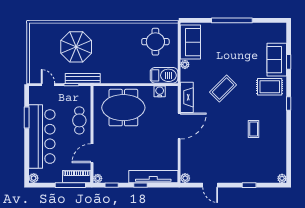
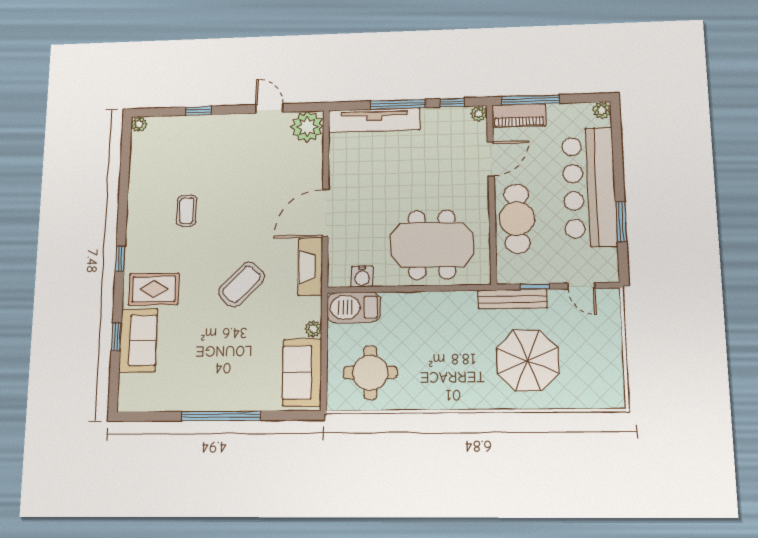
cafe table: (79, 120) -> (517, 219), width x1.37, depth x1.35
plant: (185, 178) -> (307, 127), width x1.88, depth x1.88
window: (141, 185) -> (398, 104), width x2.17

